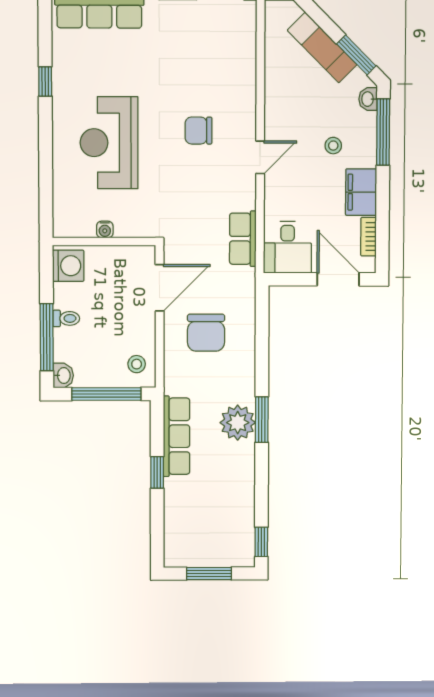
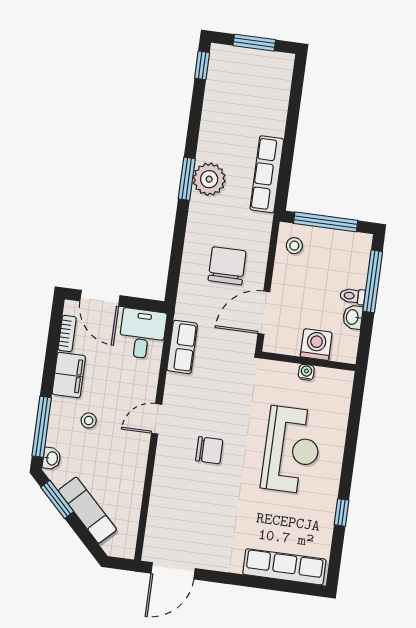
washing machine: (68, 266) -> (316, 344), moved, turned 90
washbasin: (63, 375) -> (353, 317), moved
window: (157, 472) -> (289, 143), removed

